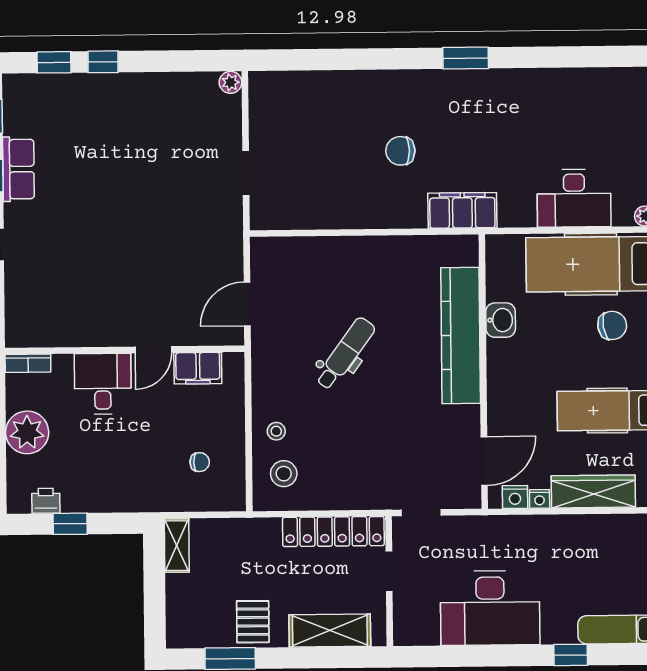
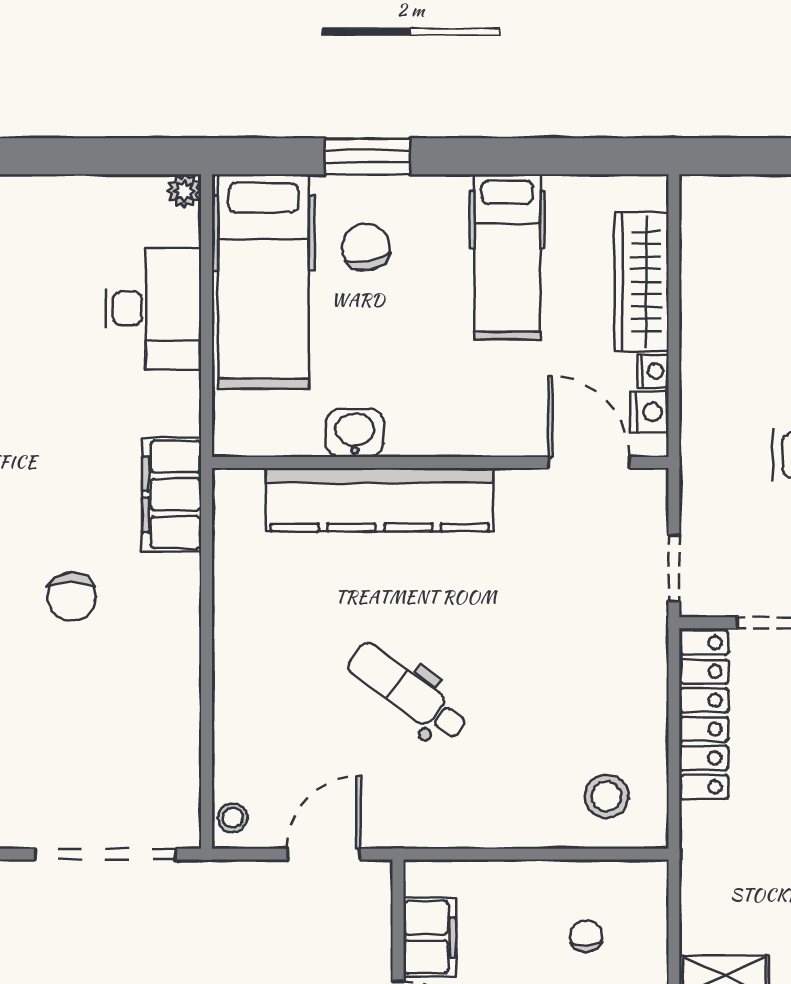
doorway: (246, 173) -> (105, 854), width x1.88
door: (247, 304) -> (324, 854), swing flipped
stool: (276, 431) -> (233, 818), moved

